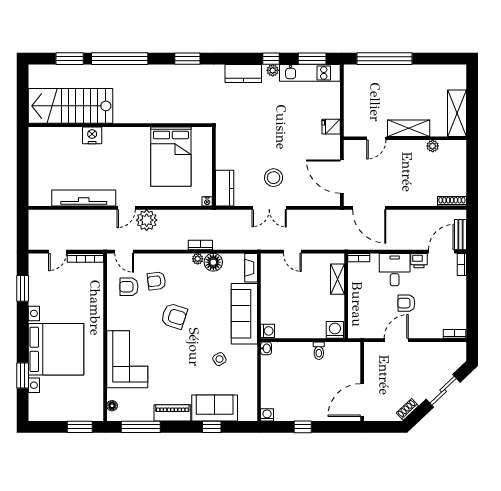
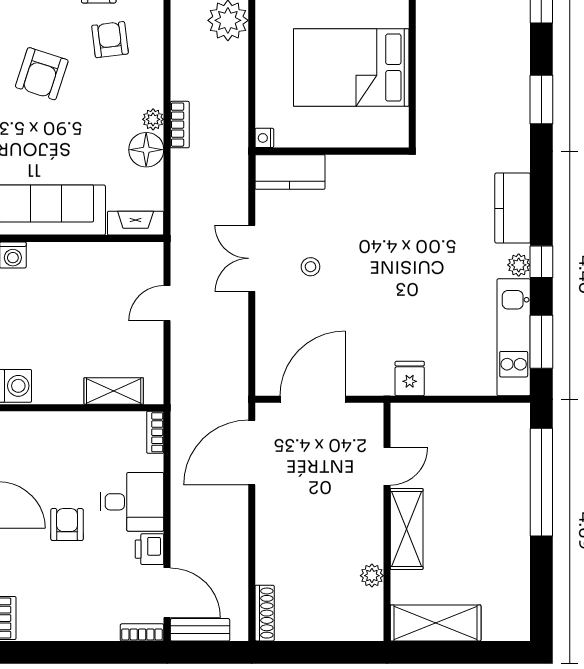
door: (376, 138) -> (387, 466), swing flipped
stool: (274, 178) -> (311, 267), width x0.53, depth x0.53

